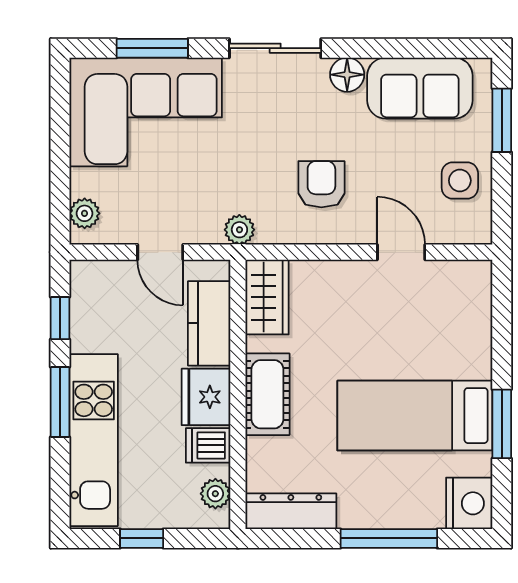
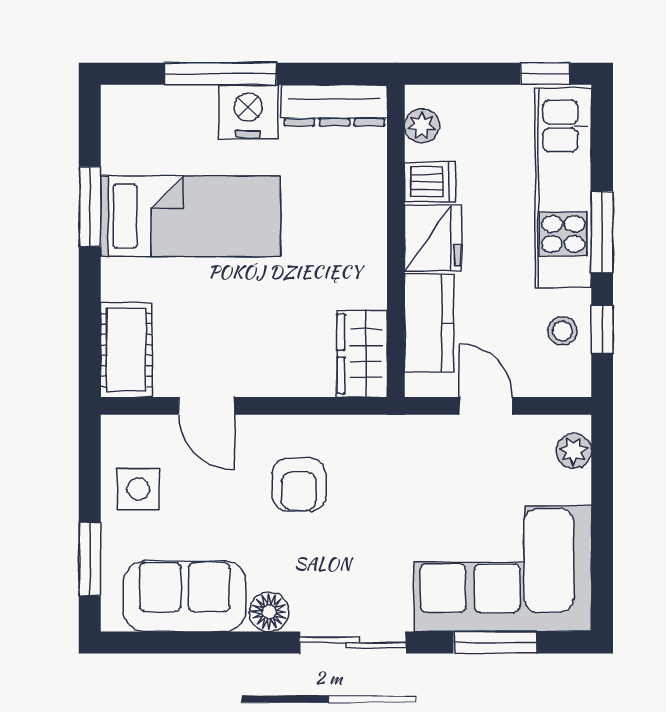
plant: (239, 230) -> (394, 432), removed
stool: (94, 317) -> (562, 331), added
cot: (267, 394) -> (126, 350), moved
nightstand: (469, 503) -> (248, 111), moved, turned 90
window: (142, 538) -> (545, 74), moved

